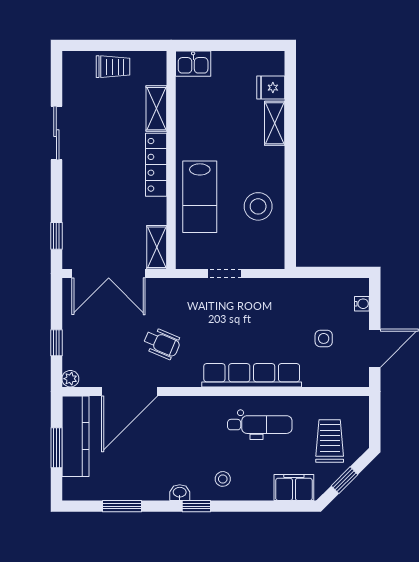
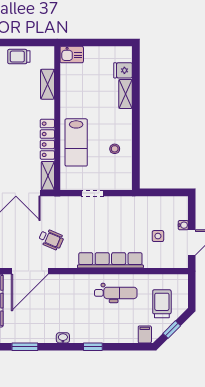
trolley: (113, 67) -> (19, 57), turned 180
locker: (156, 165) -> (47, 139), moved
stool: (258, 206) -> (115, 149), width x0.53, depth x0.53
water cooler: (362, 304) -> (183, 225), moved
stool: (223, 479) -> (91, 329), removed
filing cabinet: (294, 487) -> (145, 334), width x0.50
window: (196, 506) -> (93, 347), moved

